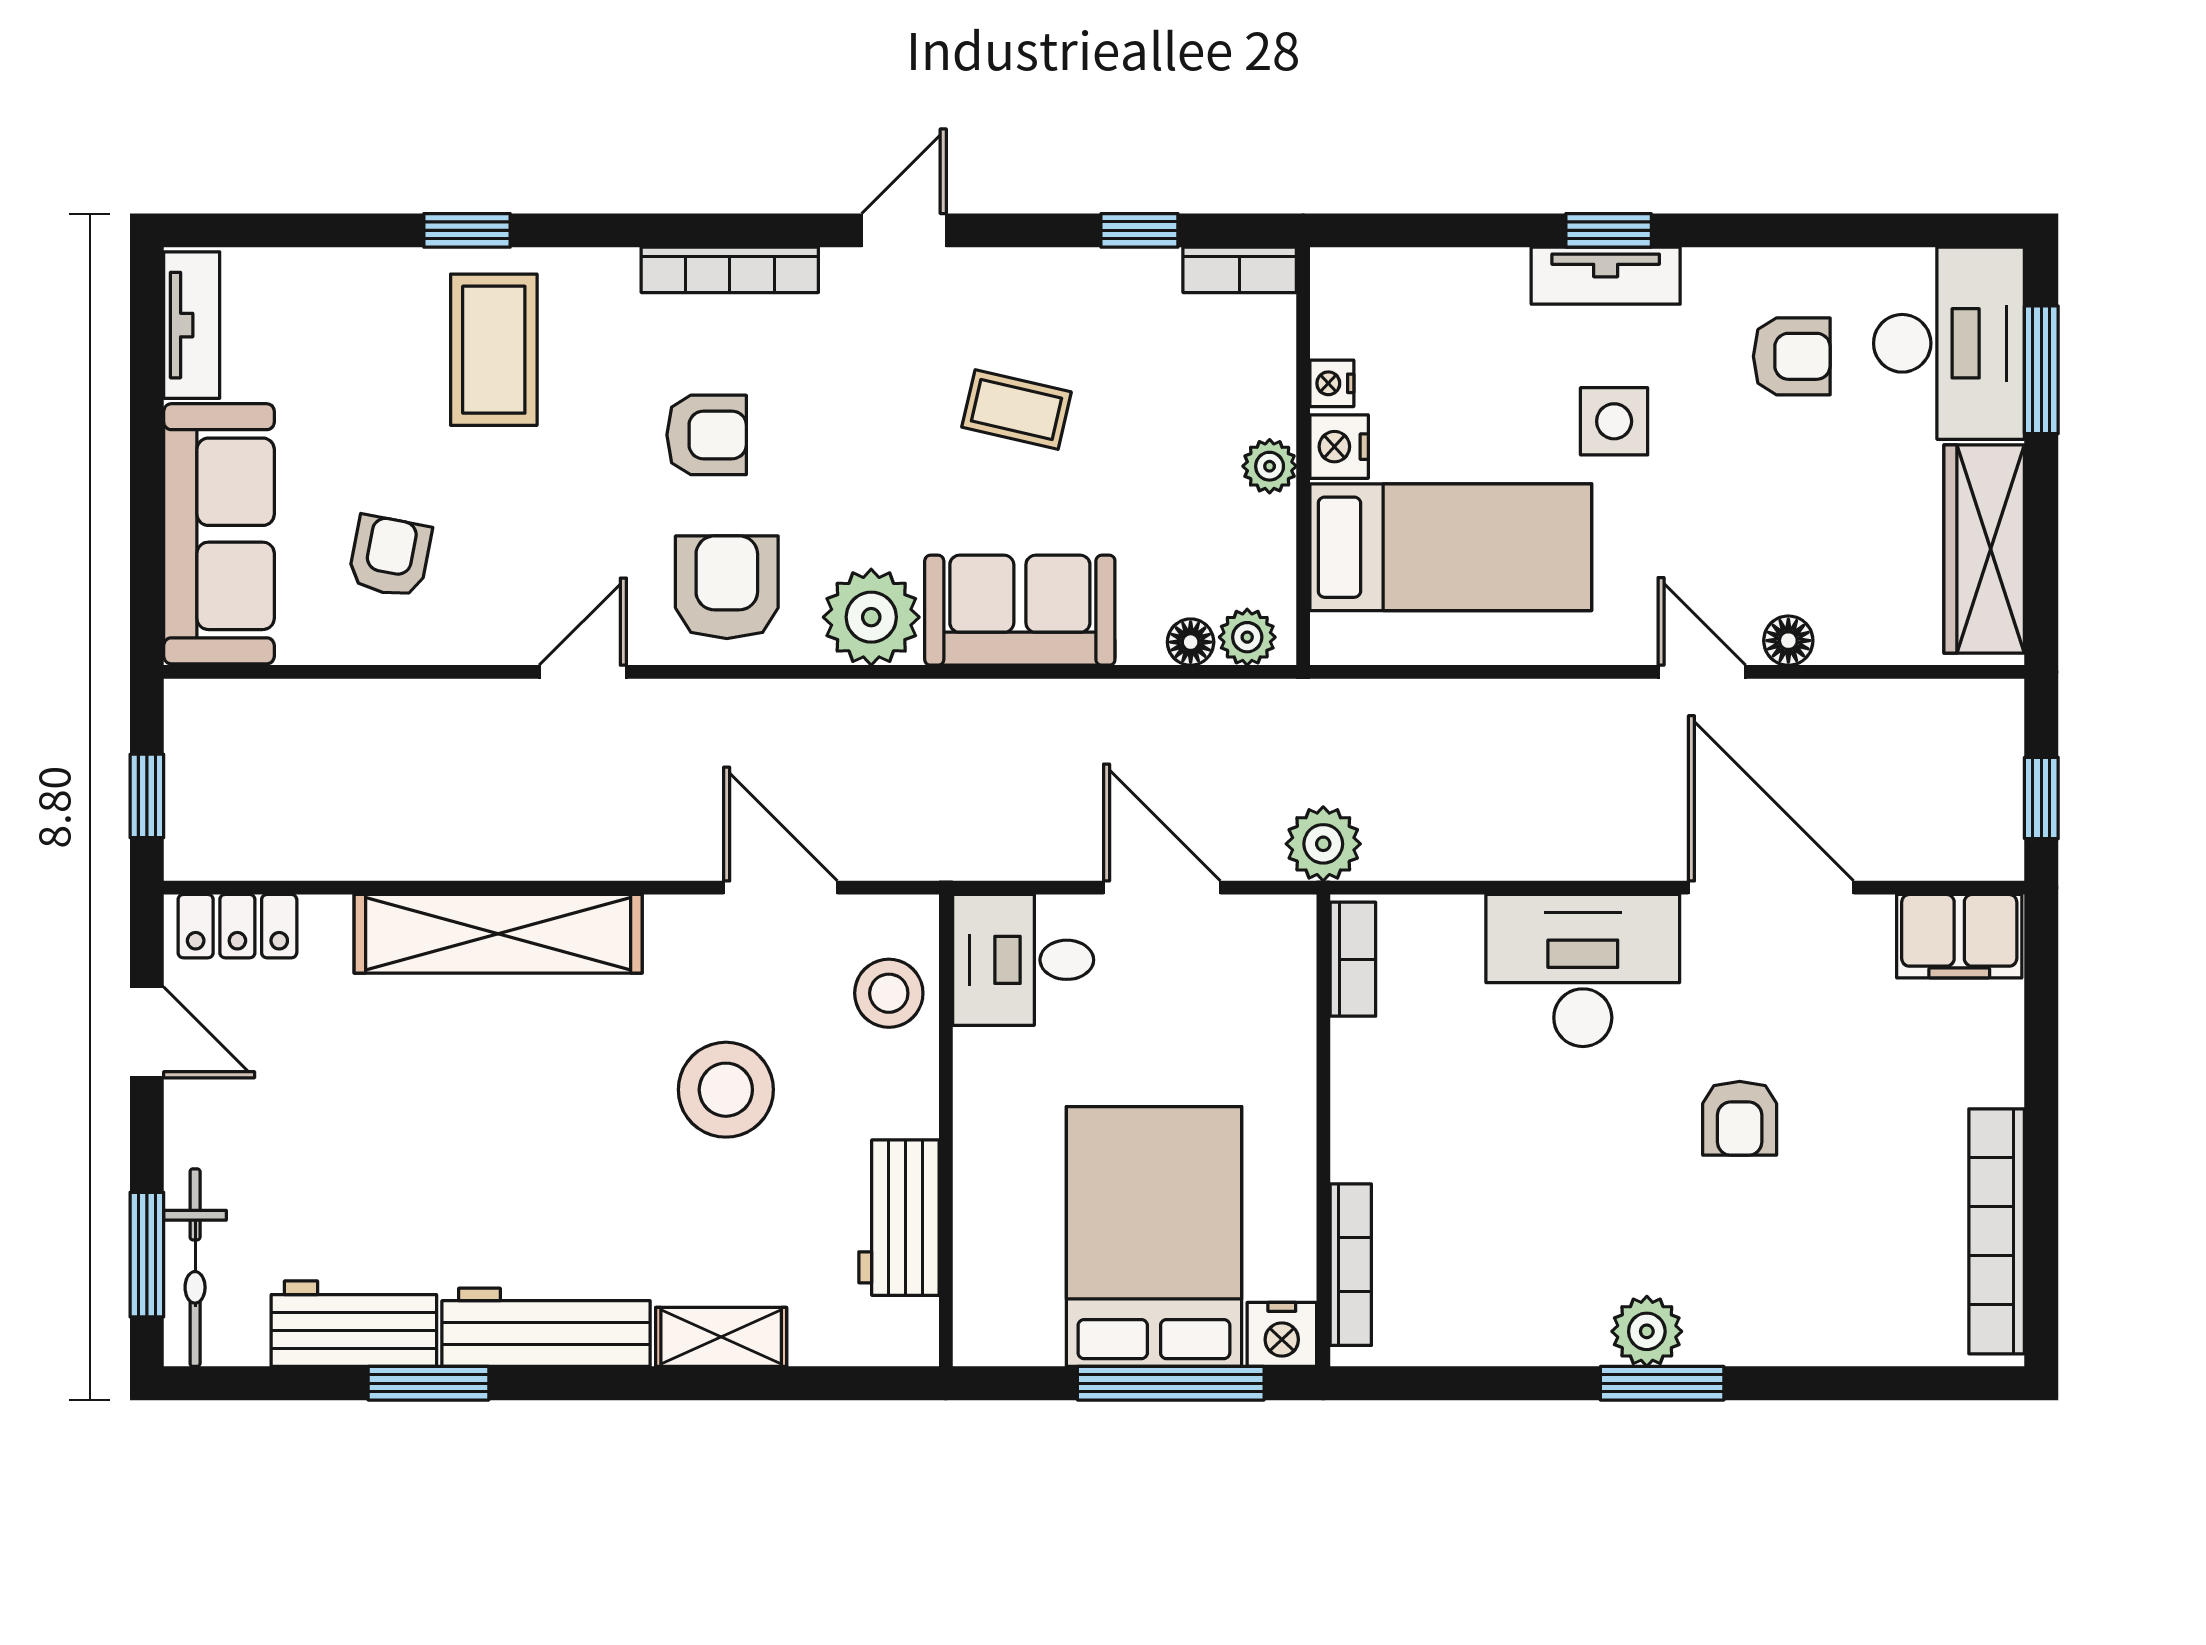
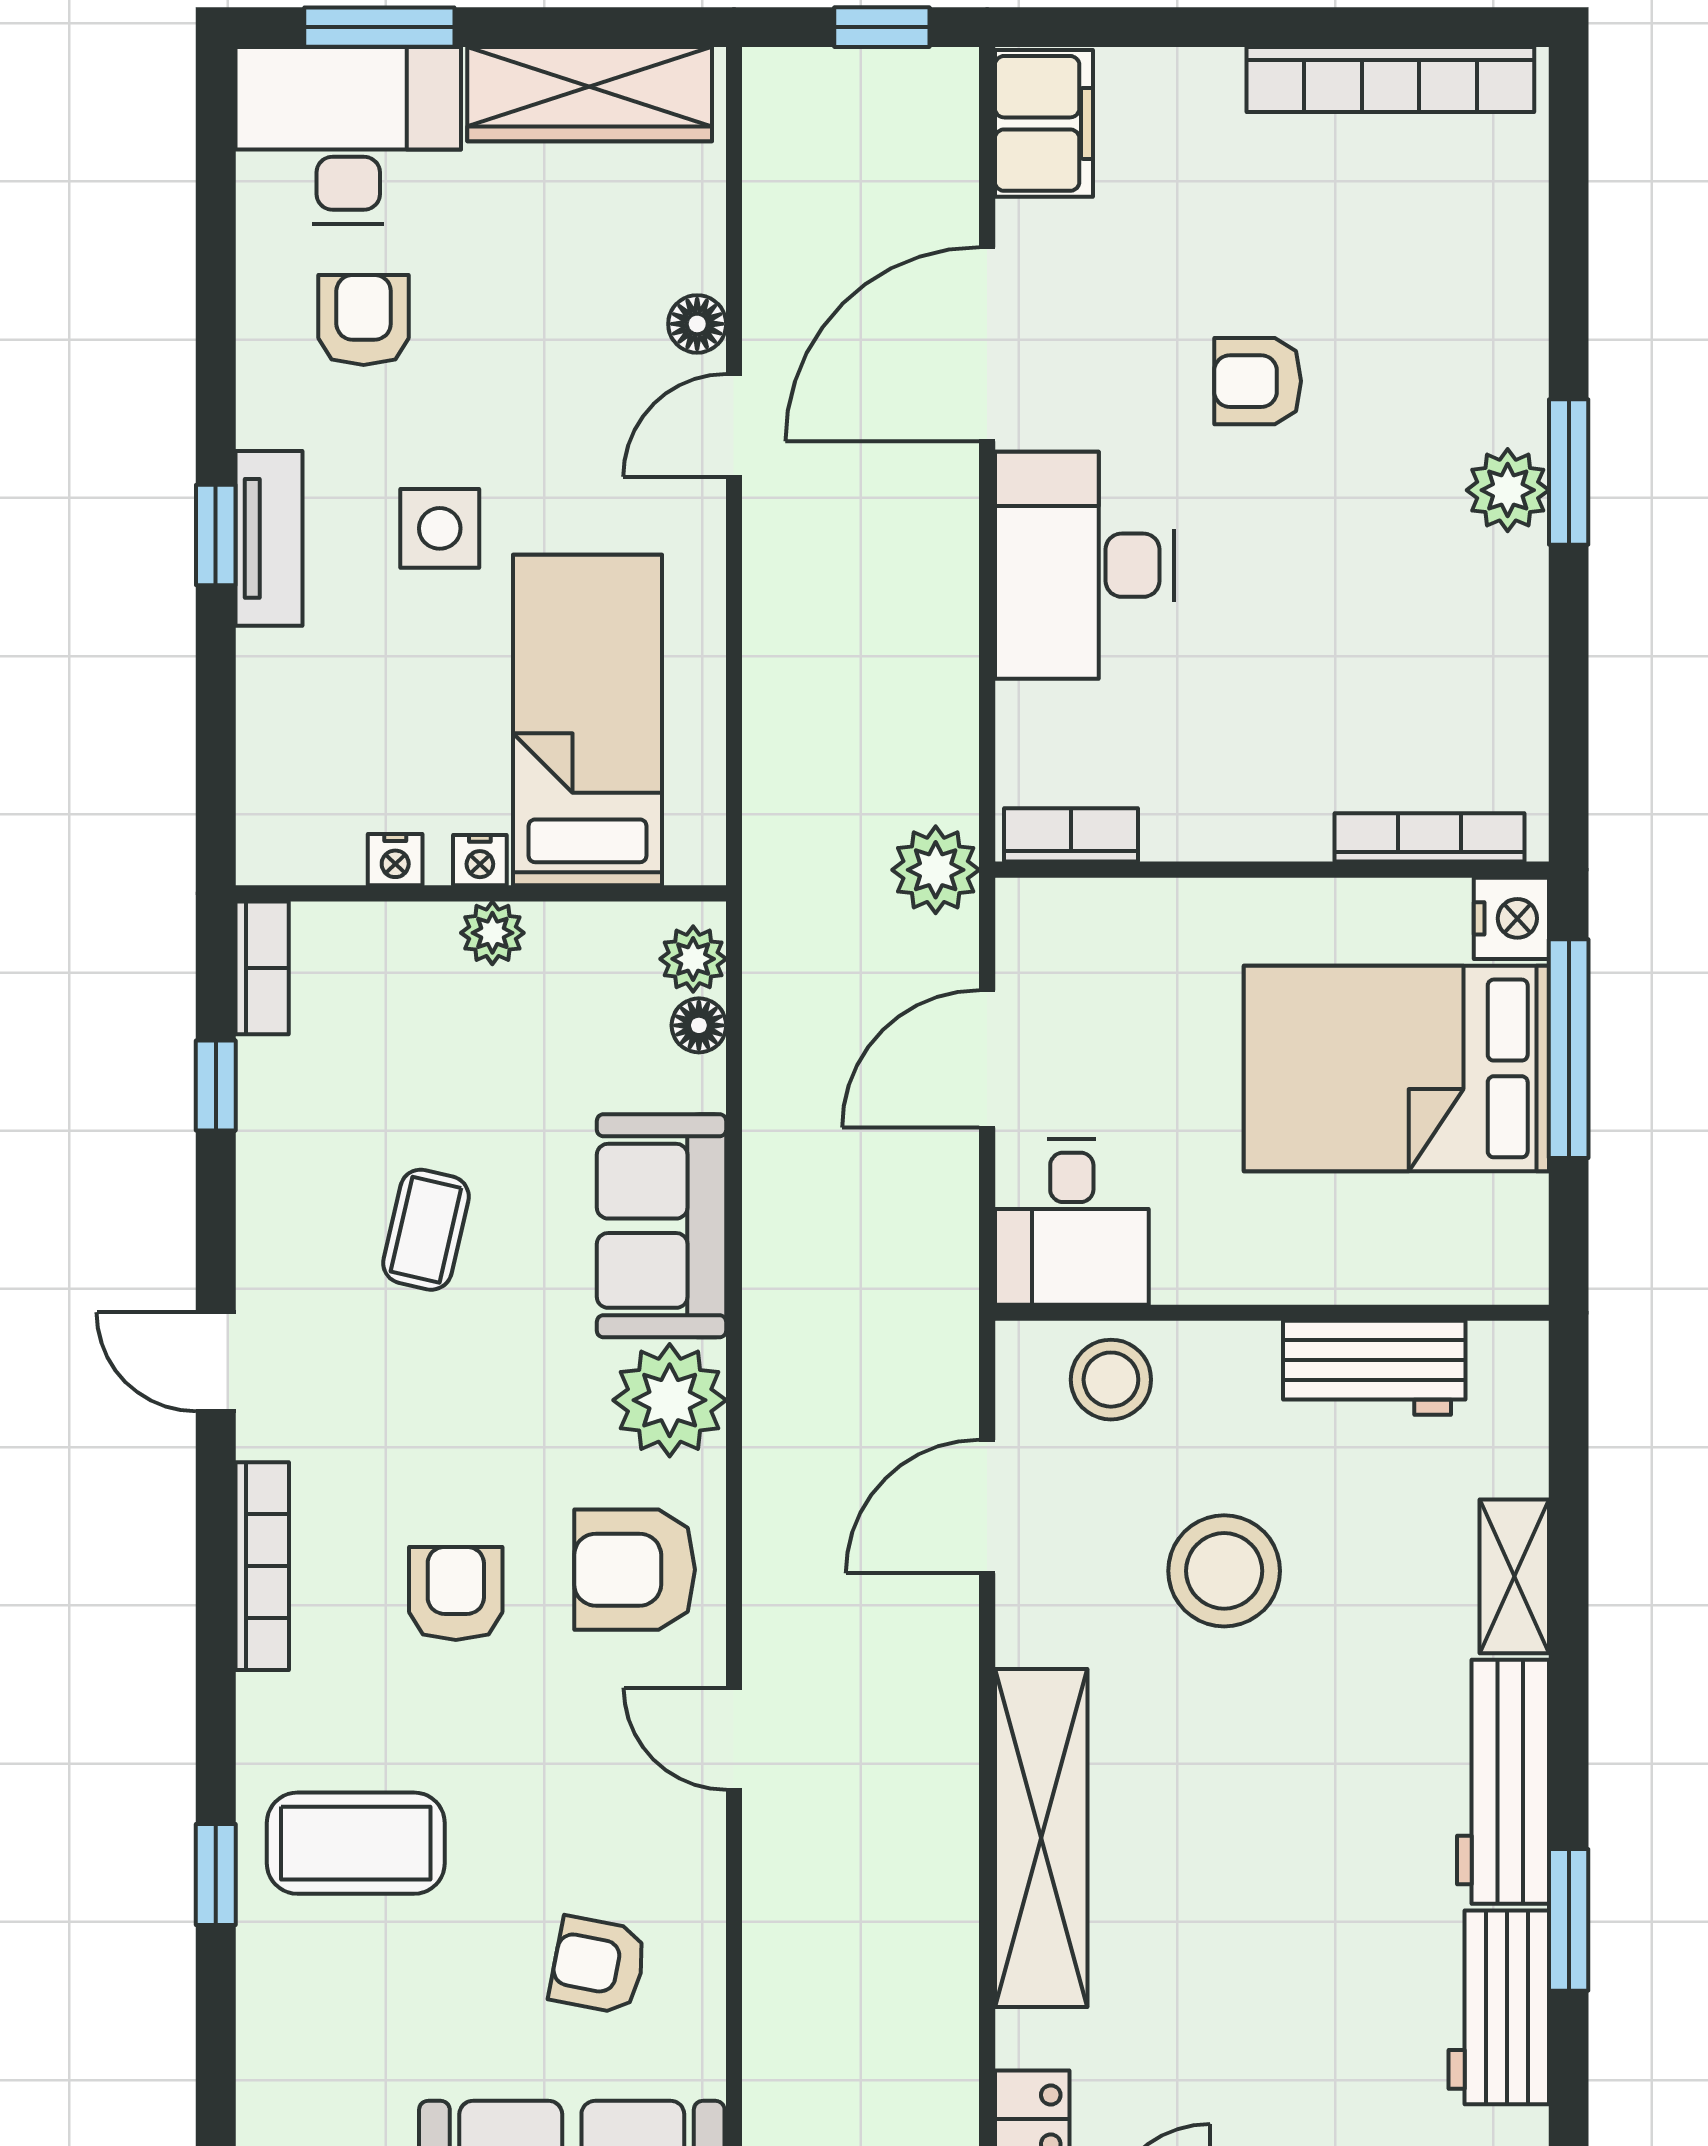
nightstand: (1339, 447) -> (480, 860), width x0.72, depth x0.74
armchair: (1740, 1118) -> (1258, 381), turned 180

